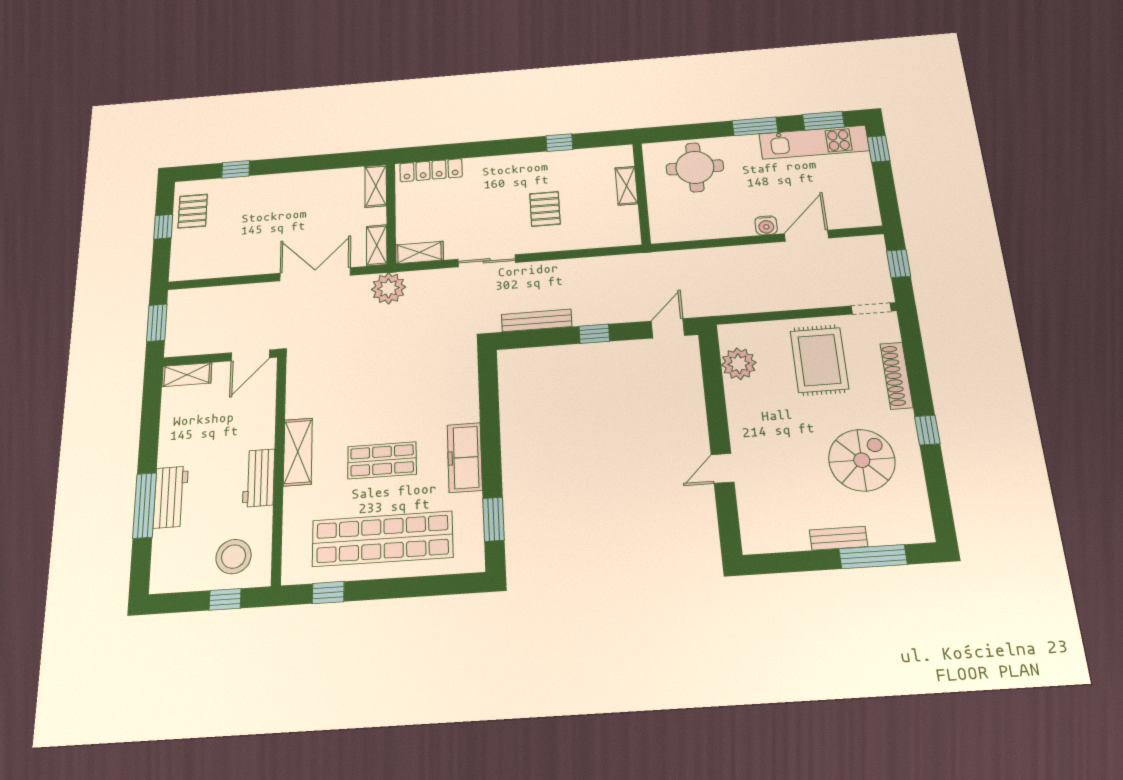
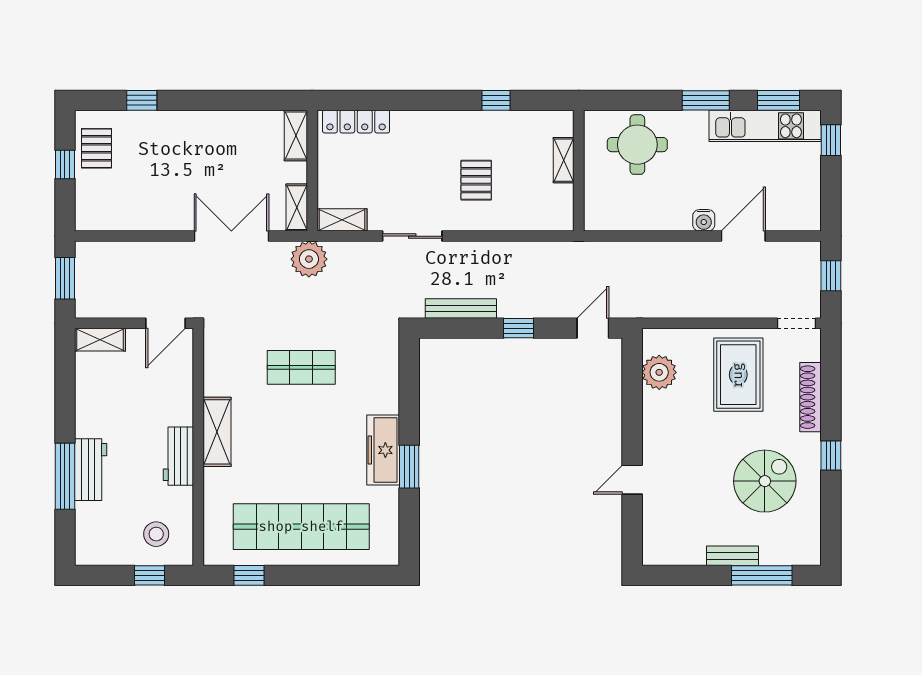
shop shelf: (382, 460) -> (301, 367), moved
window: (494, 519) -> (409, 467), moved
stool: (234, 557) -> (156, 534), width x0.73, depth x0.73

